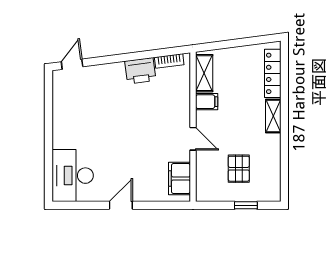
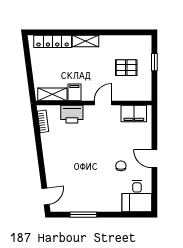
door: (72, 64) -> (46, 196), swing flipped
printer: (140, 71) -> (72, 114), moved, turned 97
window: (48, 113) -> (83, 215), added
chair: (112, 162) -> (121, 166), added
desk: (73, 176) -> (137, 196), width x0.73

